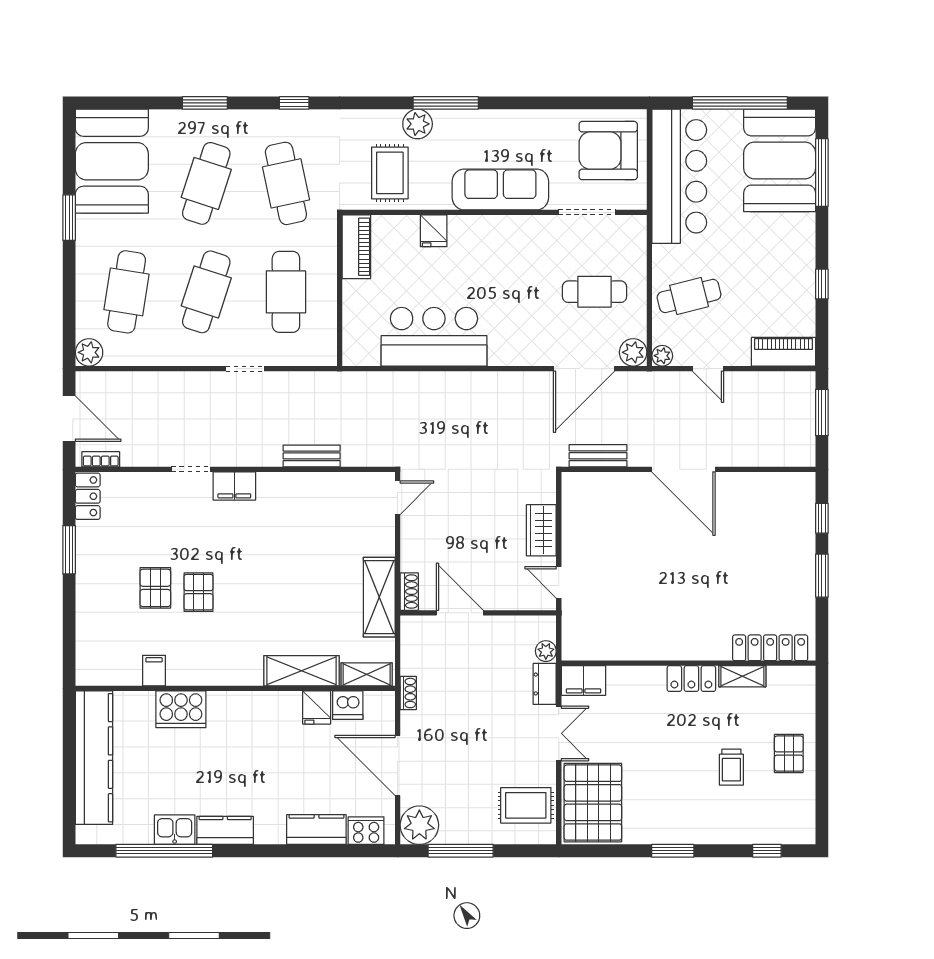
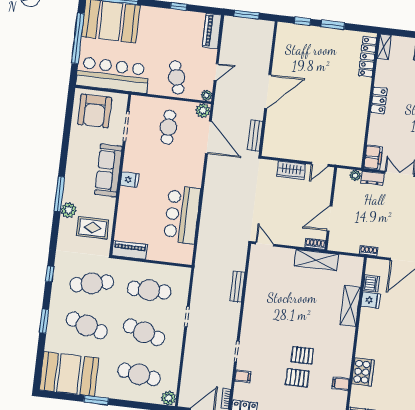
fridge: (434, 231) -> (130, 180), moved
filing cabinet: (234, 486) -> (243, 376), moved, width x0.50
shelving: (367, 674) -> (356, 272), removed
shelving: (742, 676) -> (384, 47), moved

